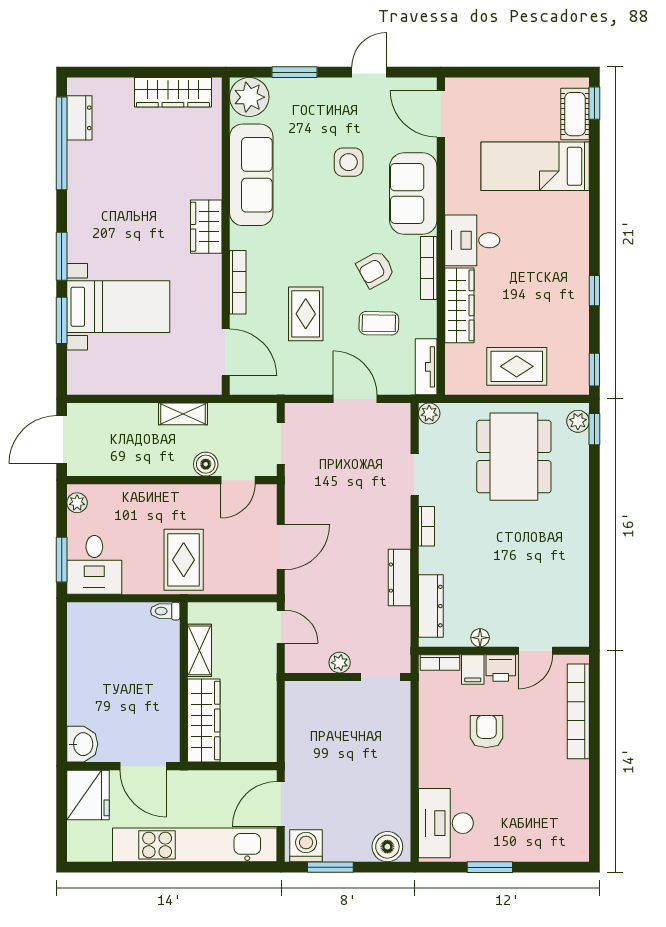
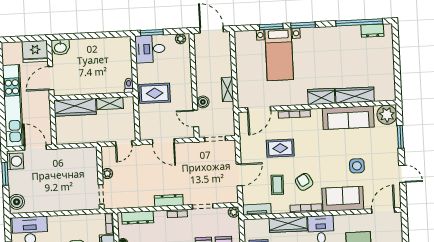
wardrobe: (173, 92) -> (355, 95), moved, turned 90
dresser: (400, 578) -> (169, 200), moved

